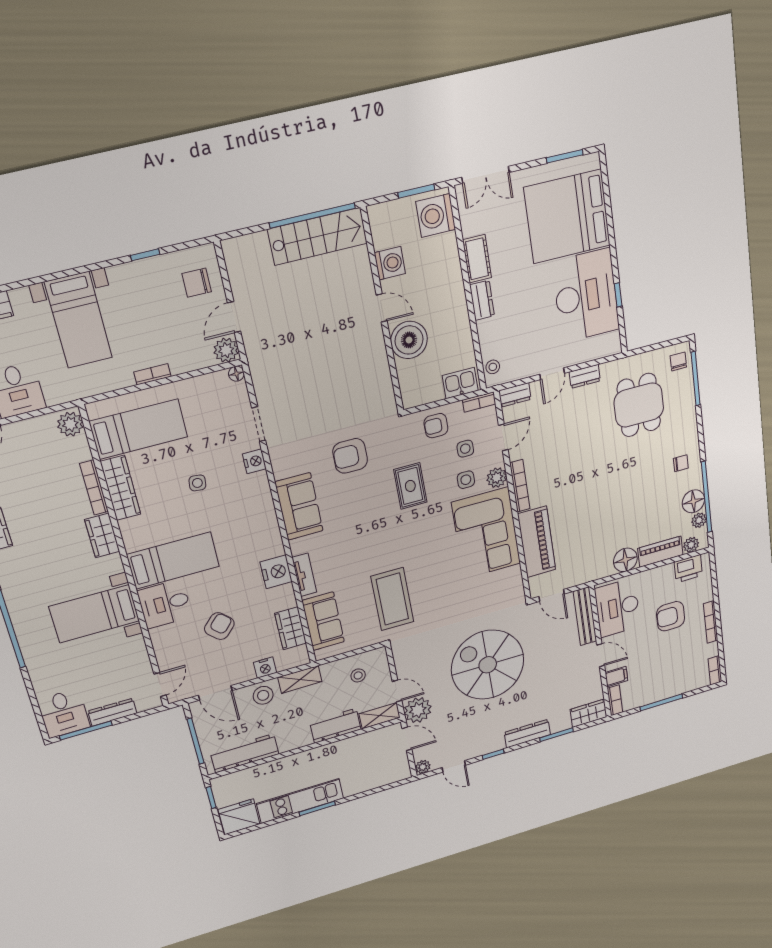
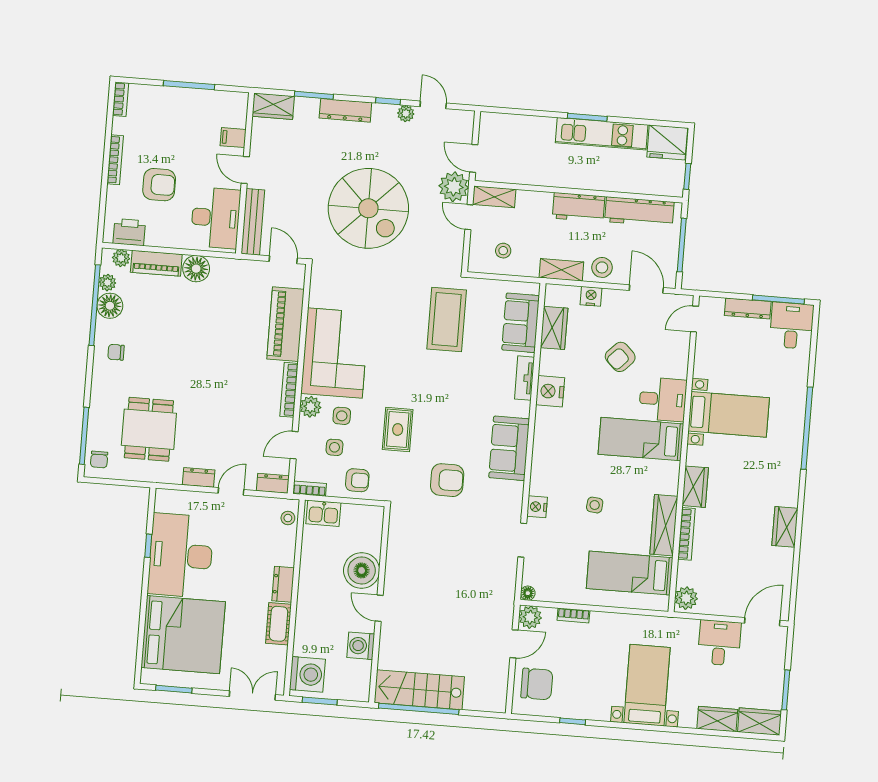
chair: (197, 283) -> (537, 684), width x1.37, depth x1.37
bookcase: (152, 374) -> (573, 615), moved
bookcase: (615, 700) -> (241, 110), removed
workbench: (335, 726) -> (579, 207), moved
plant: (423, 767) -> (406, 114), moved

